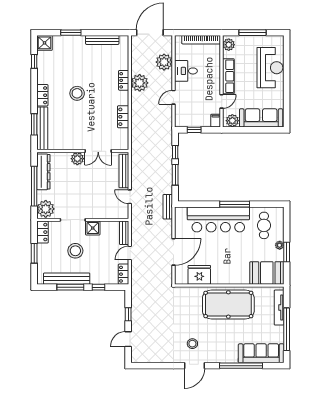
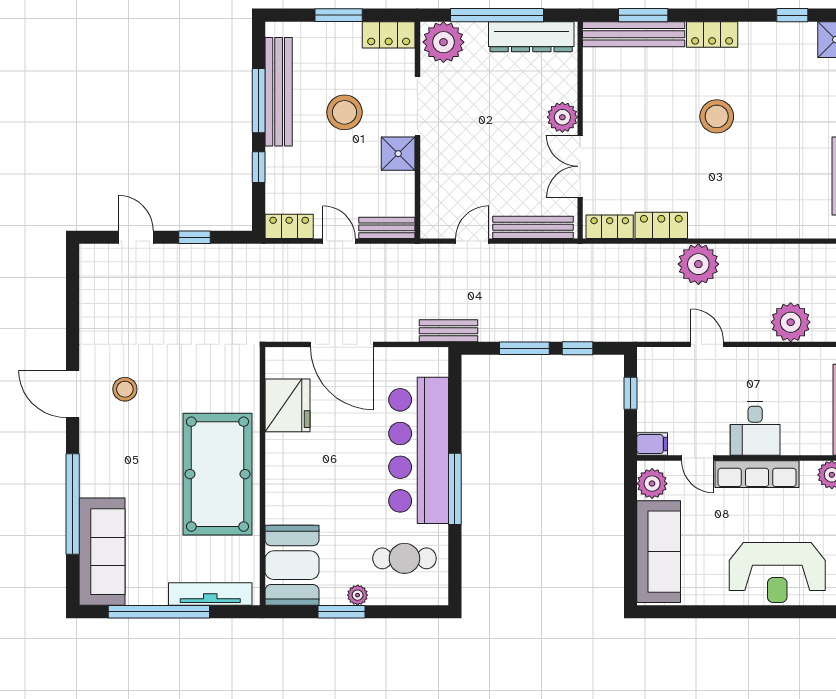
desk: (186, 71) -> (755, 429), moved, turned 180
locker: (124, 80) -> (610, 227), moved
plant: (140, 83) -> (698, 264), moved

